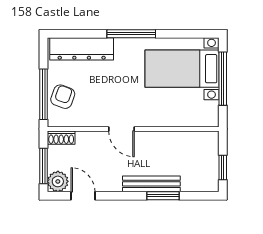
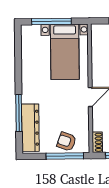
window: (131, 34) -> (19, 113), moved
bed with nightstands: (182, 69) -> (65, 52), moved

